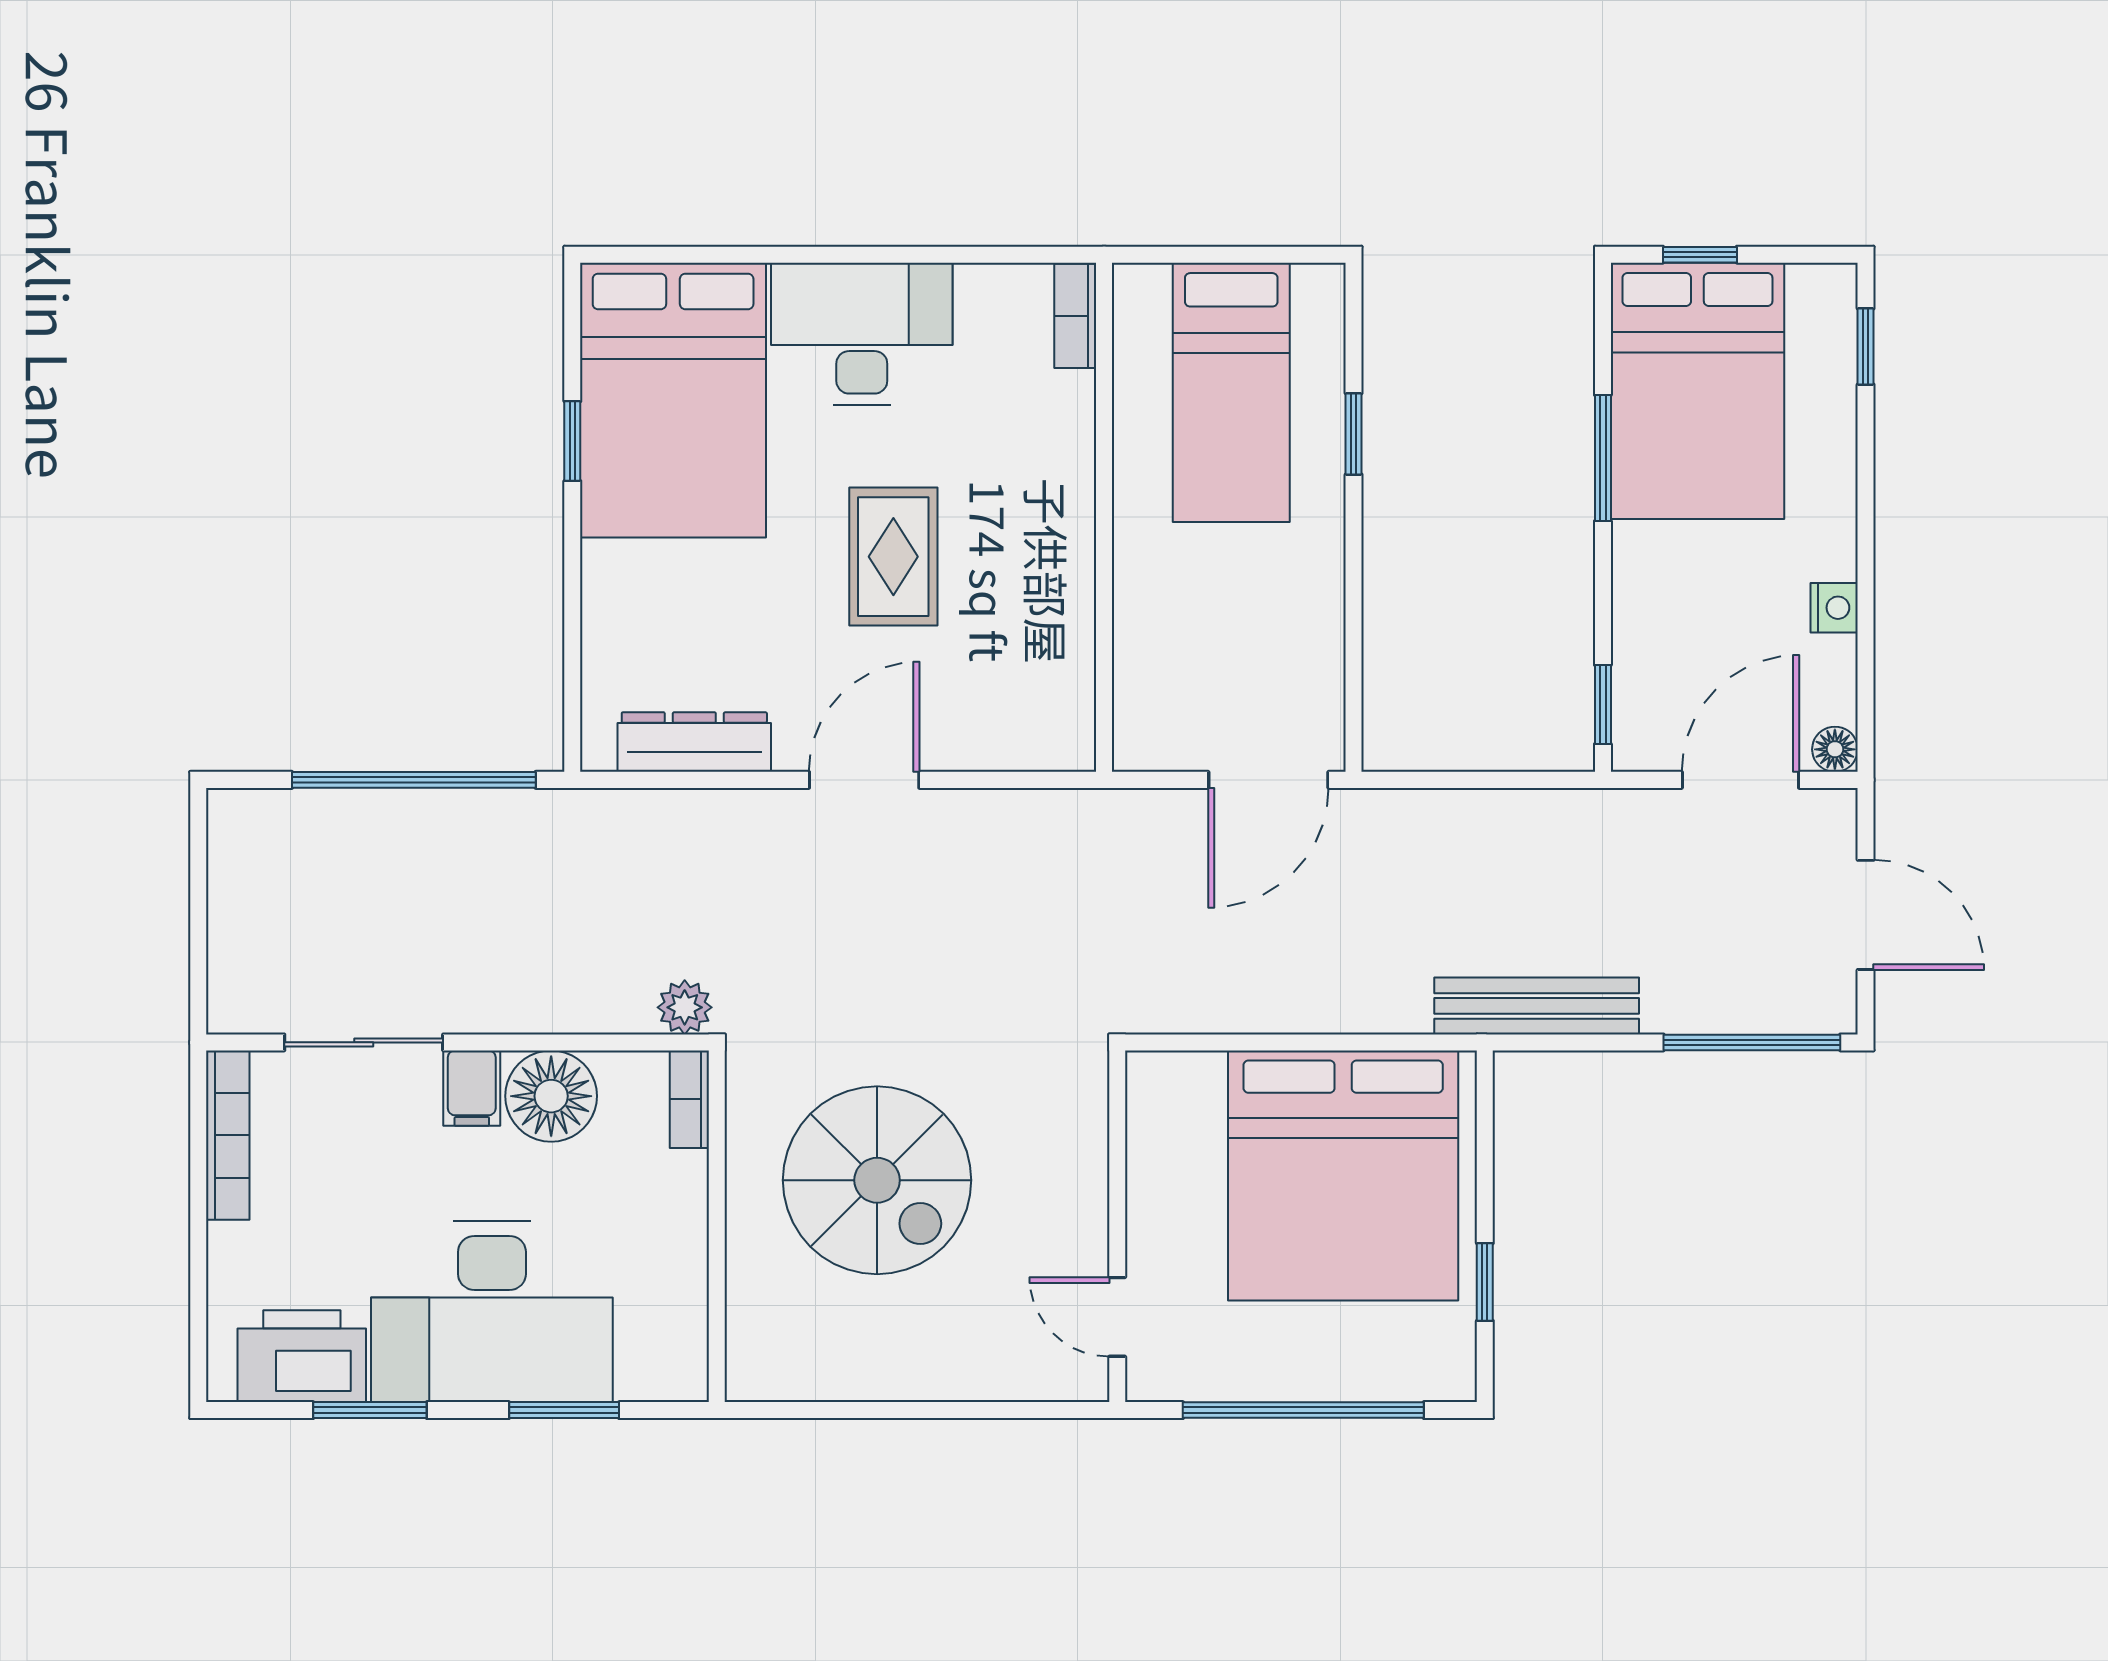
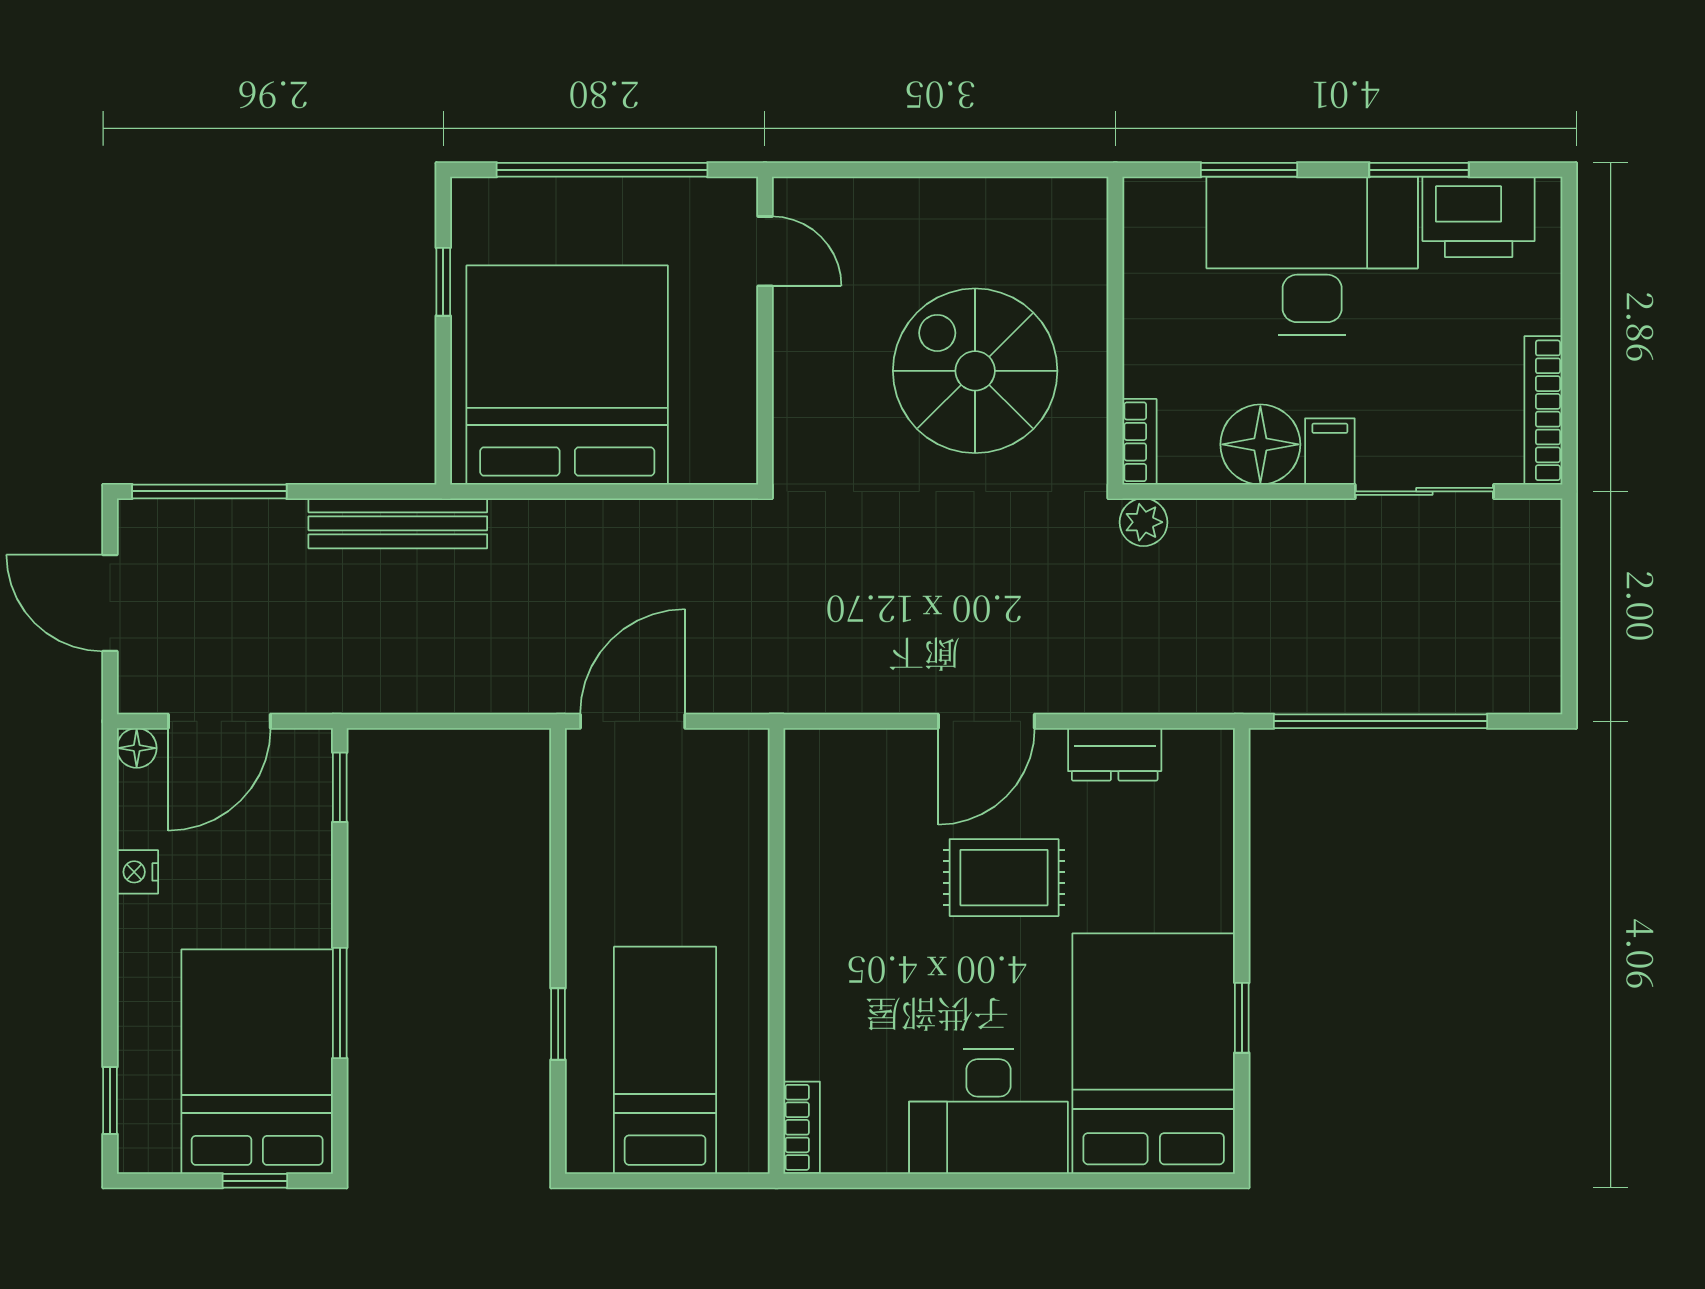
rug: (893, 557) -> (1004, 878), moved, turned 90
dresser: (694, 742) -> (1115, 754), width x0.70

